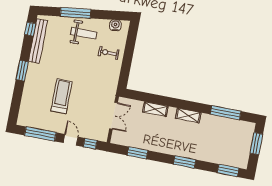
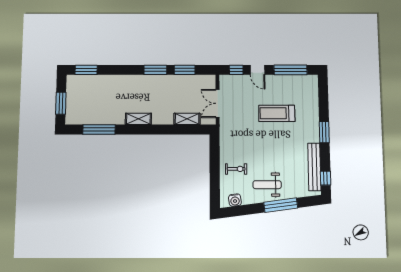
treadmill: (61, 96) -> (277, 113), turned 90
shelving: (155, 109) -> (187, 119), moved
window: (185, 162) -> (155, 70), moved

